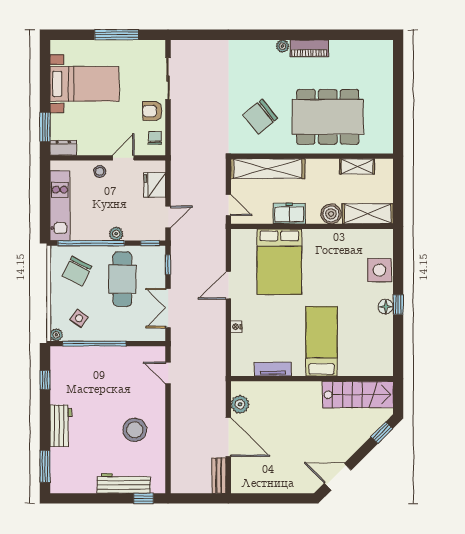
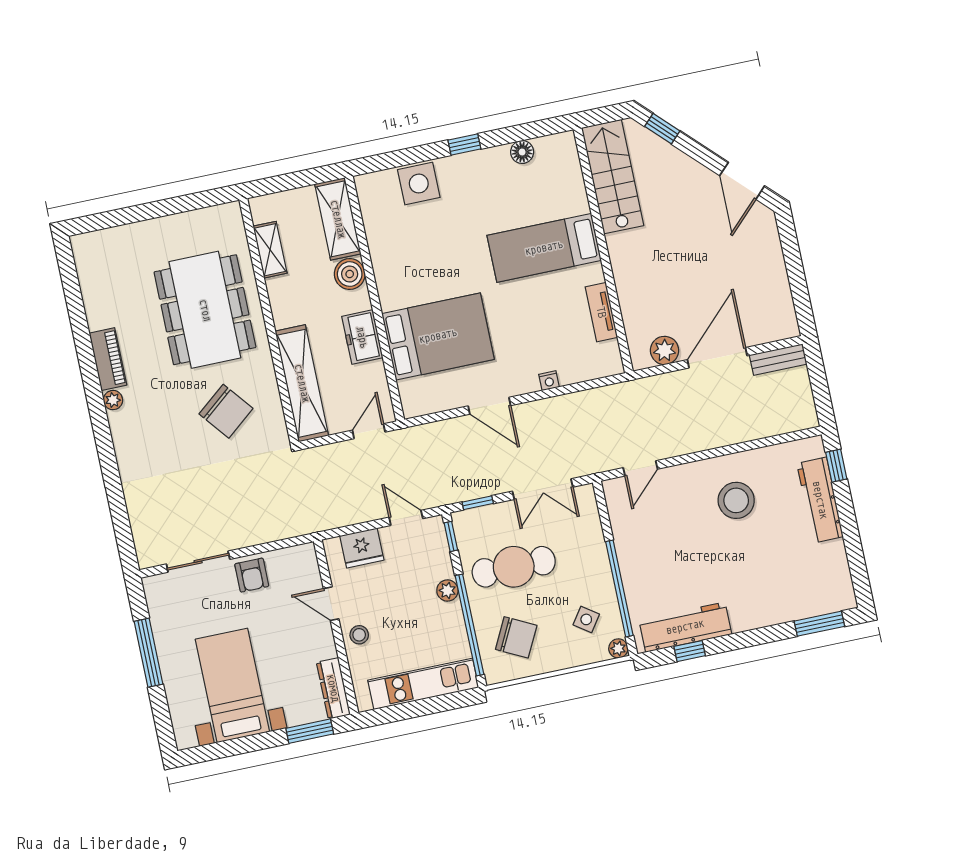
chair: (155, 138) -> (291, 562), removed
dresser: (63, 148) -> (333, 688), width x1.44
floor lamp: (386, 307) -> (522, 152), moved
workbench: (61, 426) -> (685, 627), moved, width x1.38

